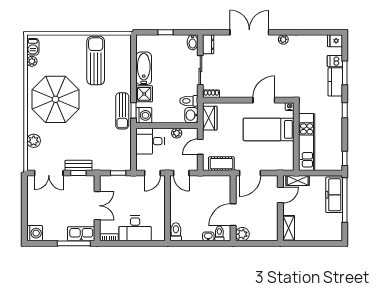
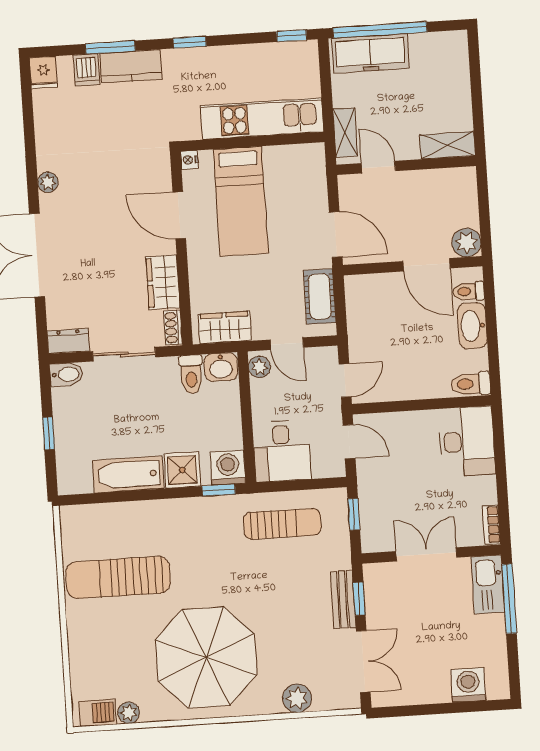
wardrobe: (233, 90) -> (163, 282), added
sun lounger: (122, 111) -> (282, 524), moved
plant: (177, 133) -> (259, 367), moved
desk: (135, 228) -> (467, 441), moved
washing machine: (35, 233) -> (468, 685), moved
washbasin: (208, 236) -> (472, 326), width x1.91, depth x1.45

